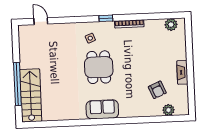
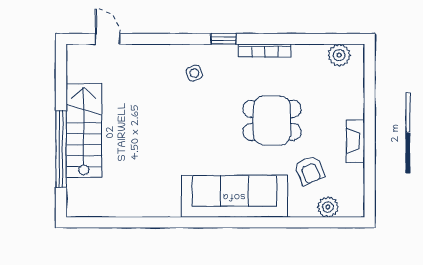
dining table: (99, 67) -> (272, 120), moved, turned 90
stairs: (31, 95) -> (84, 130), moved
sofa: (102, 109) -> (234, 196), width x1.85, depth x1.27

